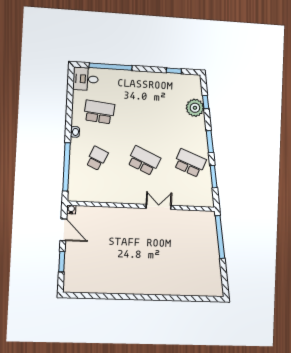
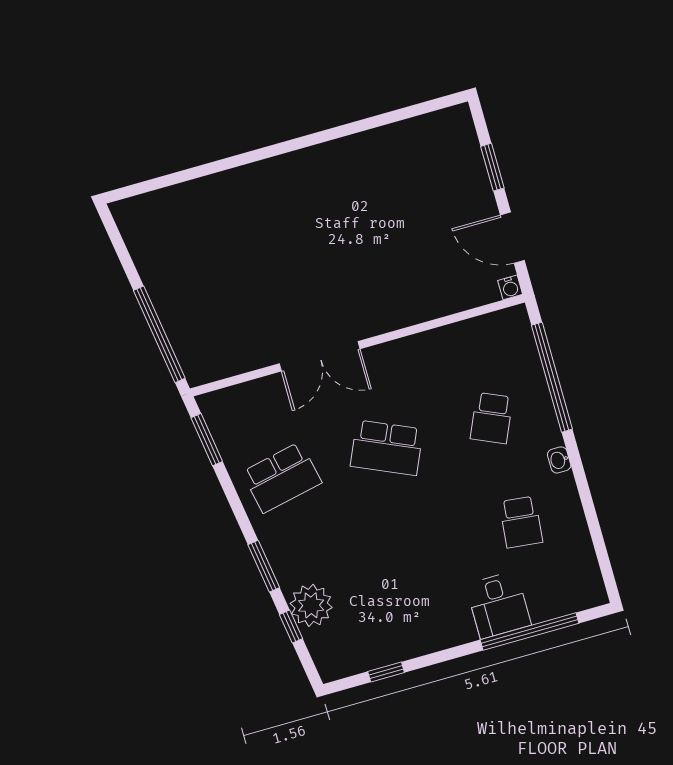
desk: (86, 79) -> (498, 605), moved, turned 90
school desk: (99, 112) -> (521, 522), width x0.54
window: (210, 142) -> (264, 566), moved
school desk: (190, 163) -> (282, 477), turned -33
window: (214, 177) -> (207, 440), moved
double door: (159, 207) -> (320, 356), width x1.37

